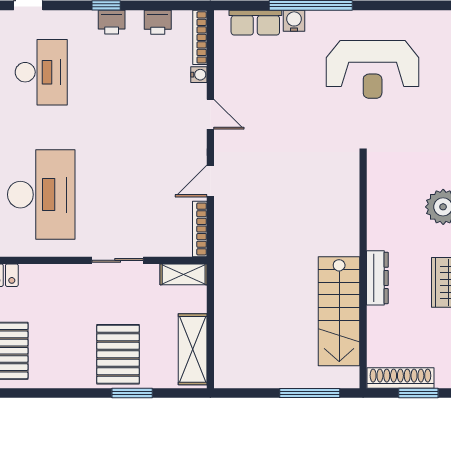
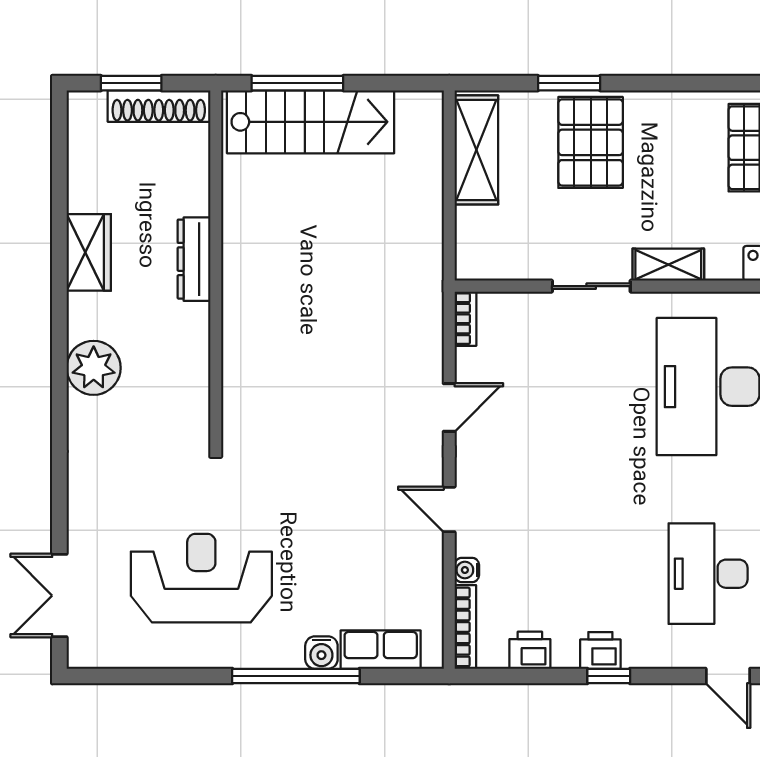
bookcase: (200, 229) -> (465, 319), width x0.64
shelving: (184, 274) -> (668, 265), moved
stairs: (339, 311) -> (311, 122), moved, turned 90

